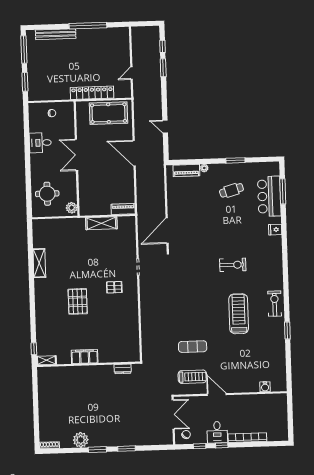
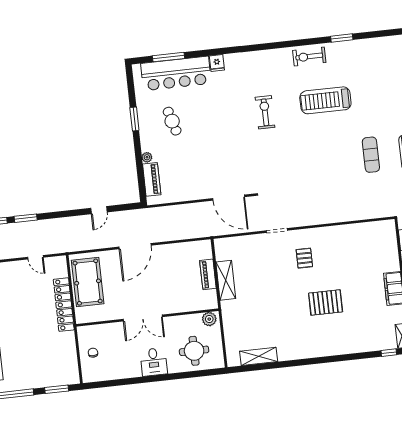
desk: (40, 143) -> (154, 362), moved
bar counter: (269, 196) -> (176, 73), width x1.36
piano: (123, 209) -> (208, 274), moved
shelving: (39, 263) -> (259, 356), moved

